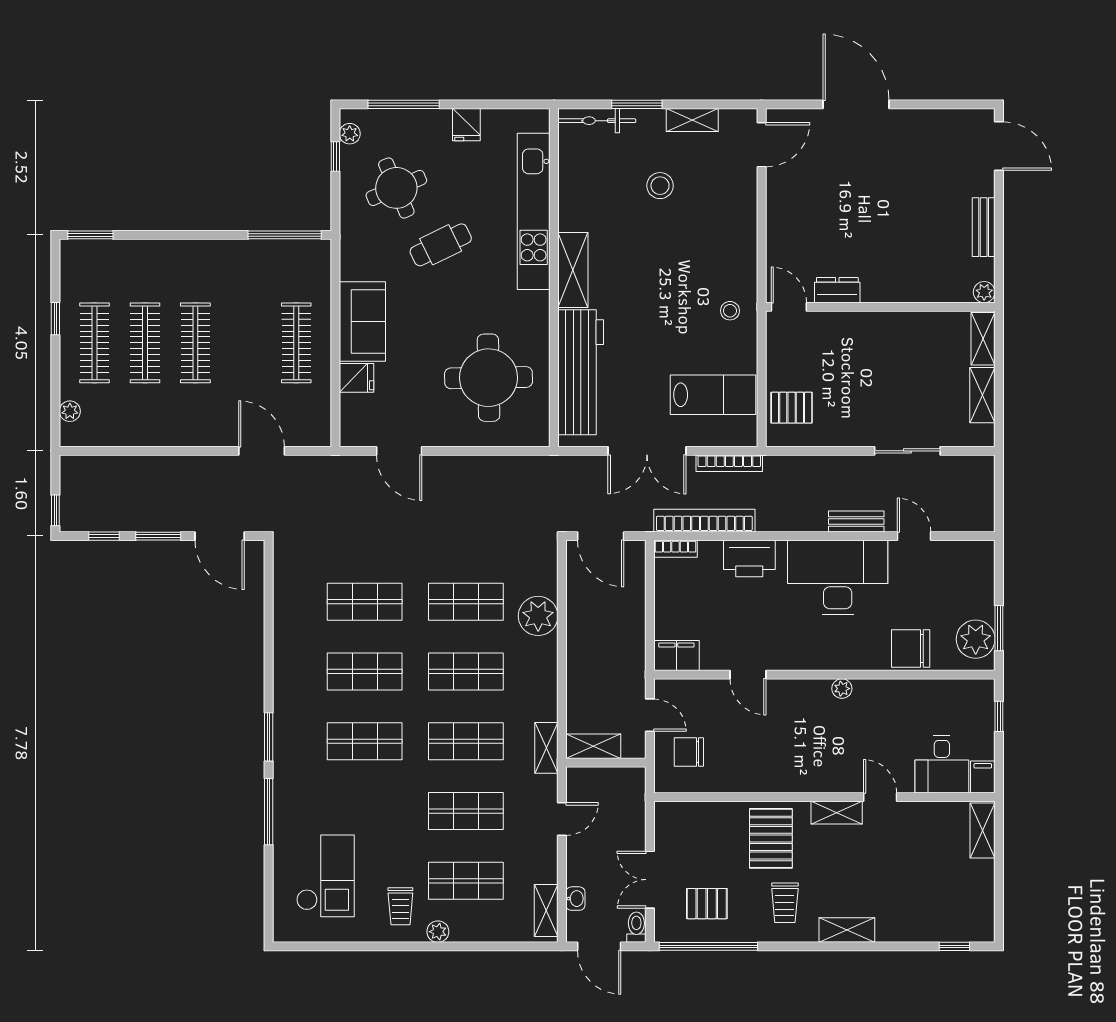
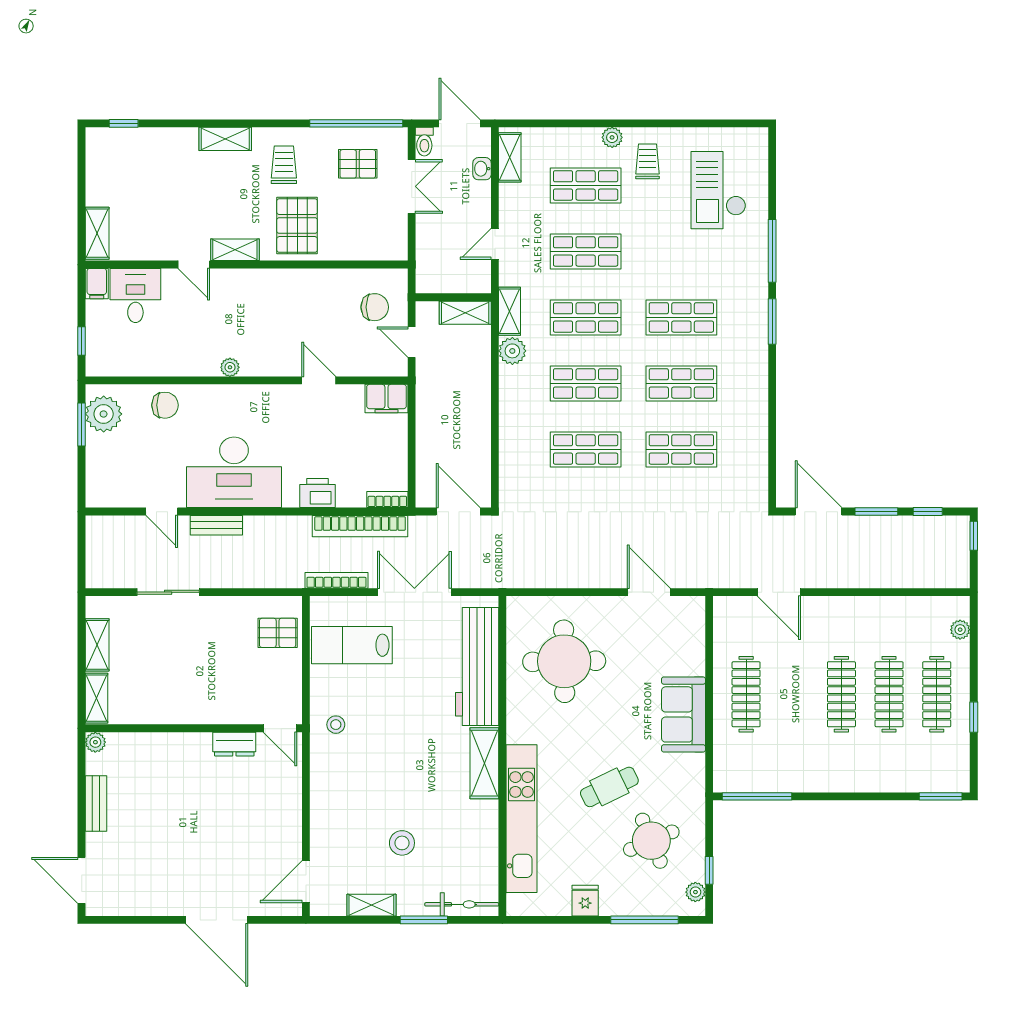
fridge: (356, 378) -> (689, 661), removed
printer: (749, 559) -> (318, 493), width x0.73, depth x0.84
plant: (538, 616) -> (512, 351), moved, width x0.73, depth x0.73
chair: (911, 648) -> (165, 405), width x0.73, depth x0.73

